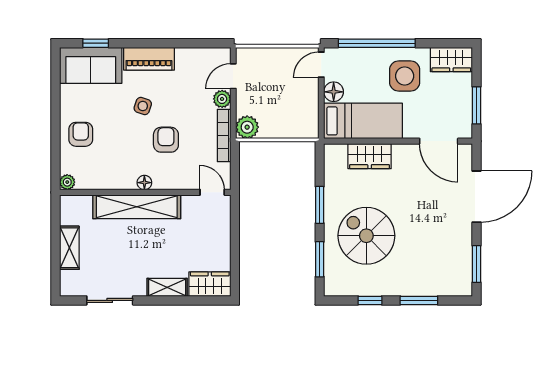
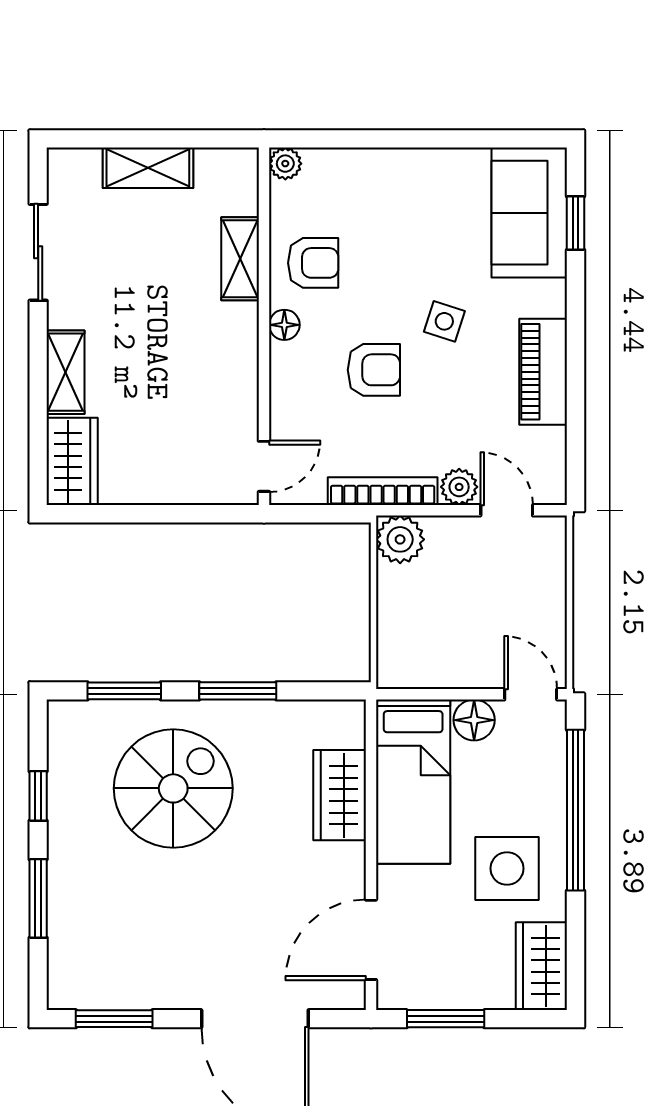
piano: (149, 59) -> (543, 372), moved
armchair: (81, 134) -> (313, 263), moved
shelving: (137, 207) -> (240, 259), width x0.45, depth x0.75

